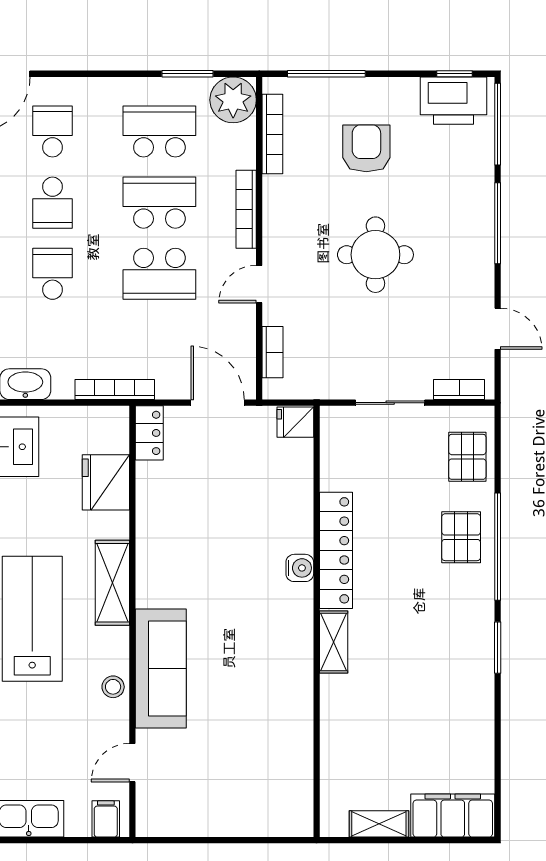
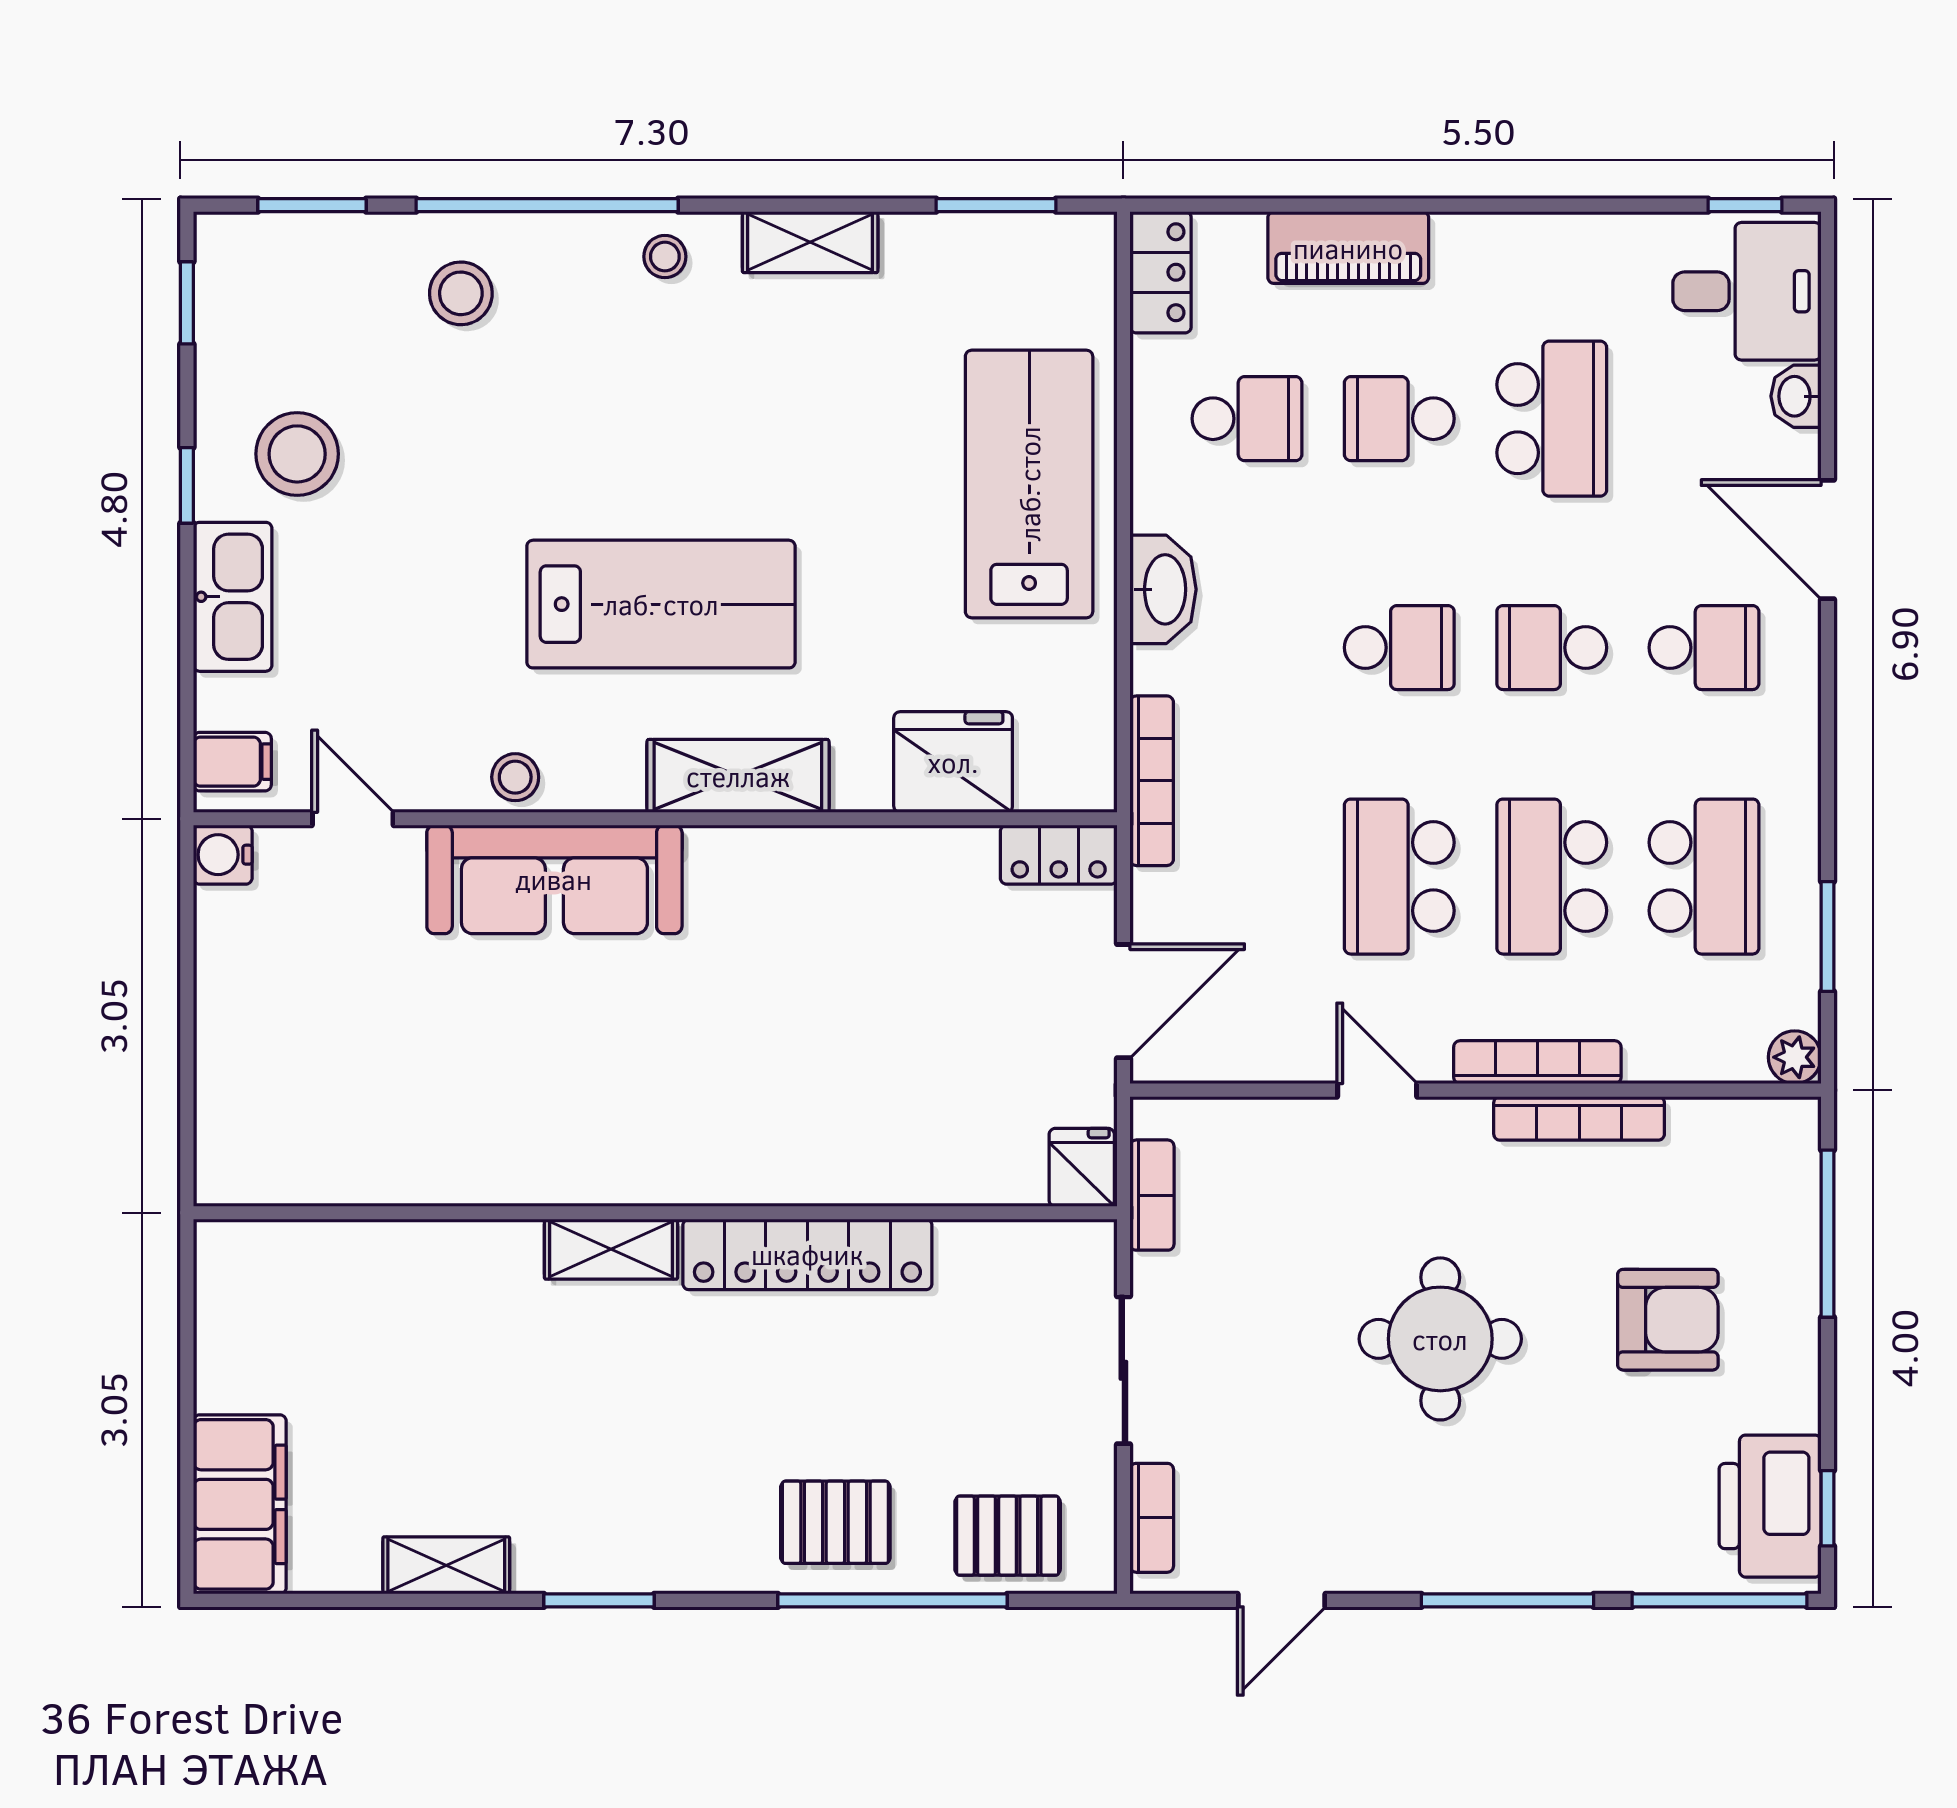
plant: (233, 100) -> (1795, 1057), width x0.53, depth x0.53
bookcase: (272, 134) -> (1579, 1118), moved
school desk: (159, 203) -> (1552, 877), turned 180
bookcase: (273, 352) -> (1152, 1195), moved, turned -90
window: (498, 547) -> (893, 1600), moved
water cooler: (300, 568) -> (223, 855), moved, turned 90
shelving: (379, 824) -> (446, 1565), moved, turned 90

